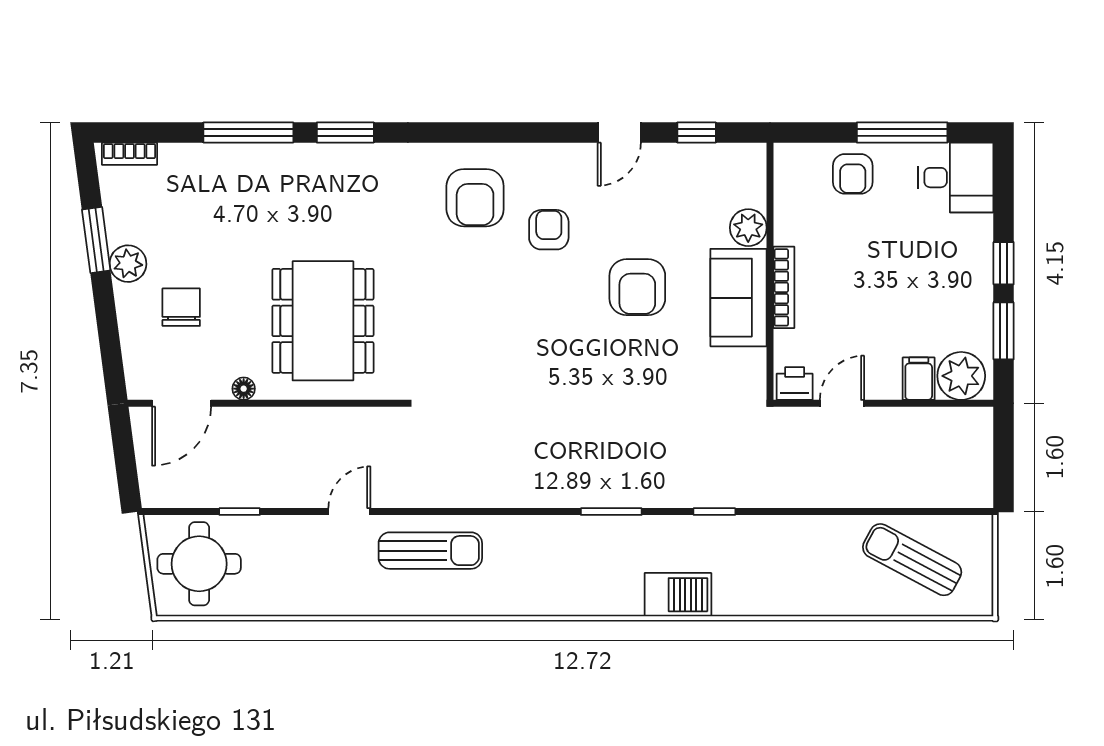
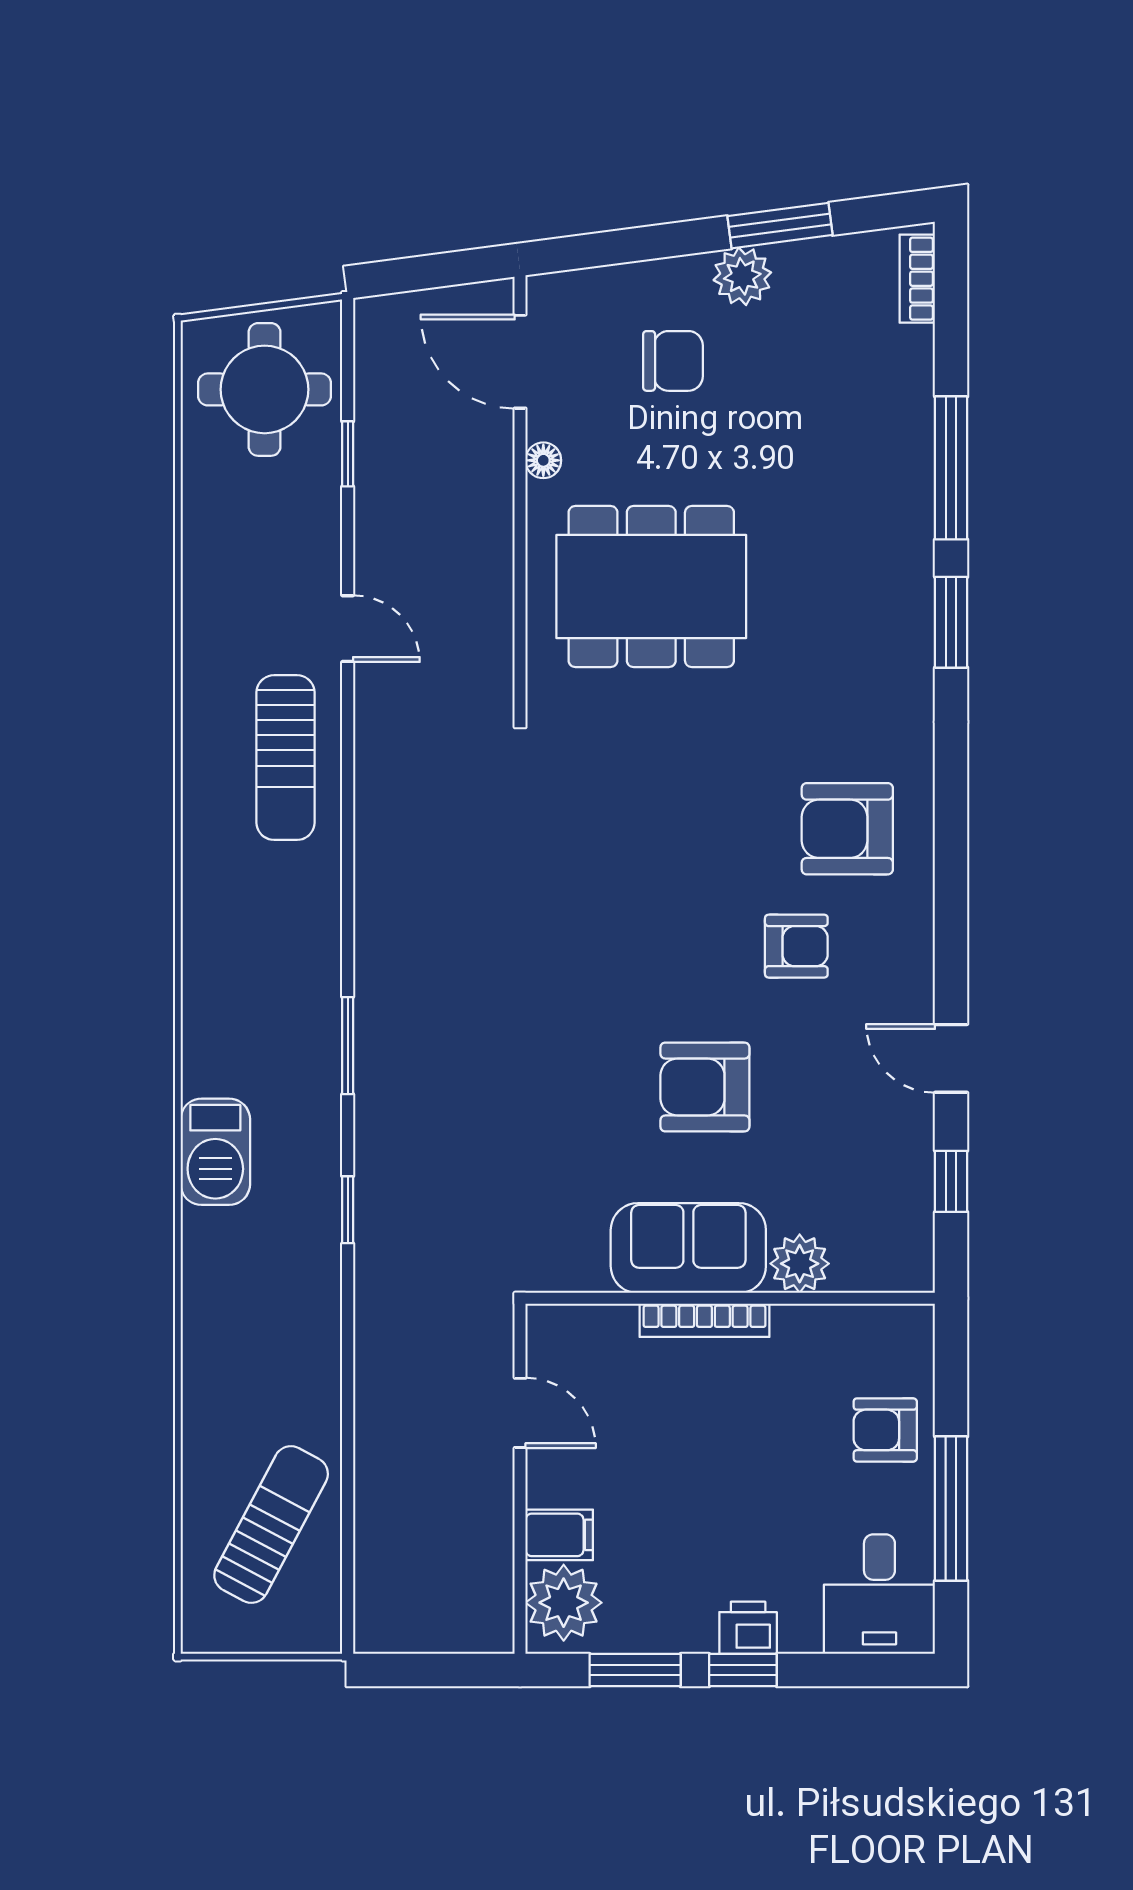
printer: (795, 383) -> (748, 1628), moved, turned -90

